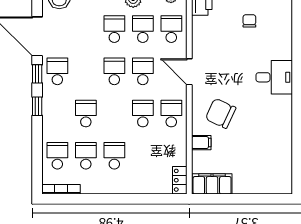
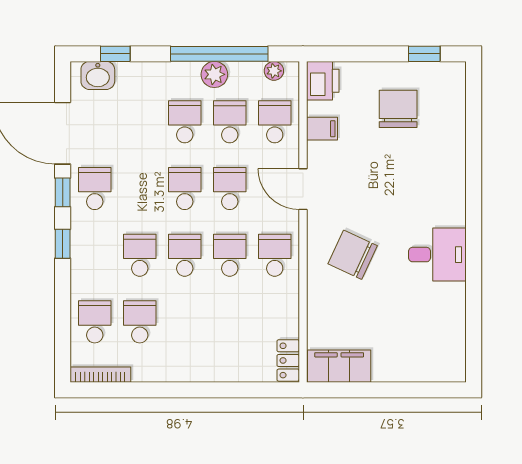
chair: (249, 21) -> (398, 109), width x1.87, depth x1.87
desk: (274, 77) -> (437, 255), moved
filing cabinet: (201, 143) -> (322, 129), moved
school desk: (114, 156) -> (185, 255), moved

